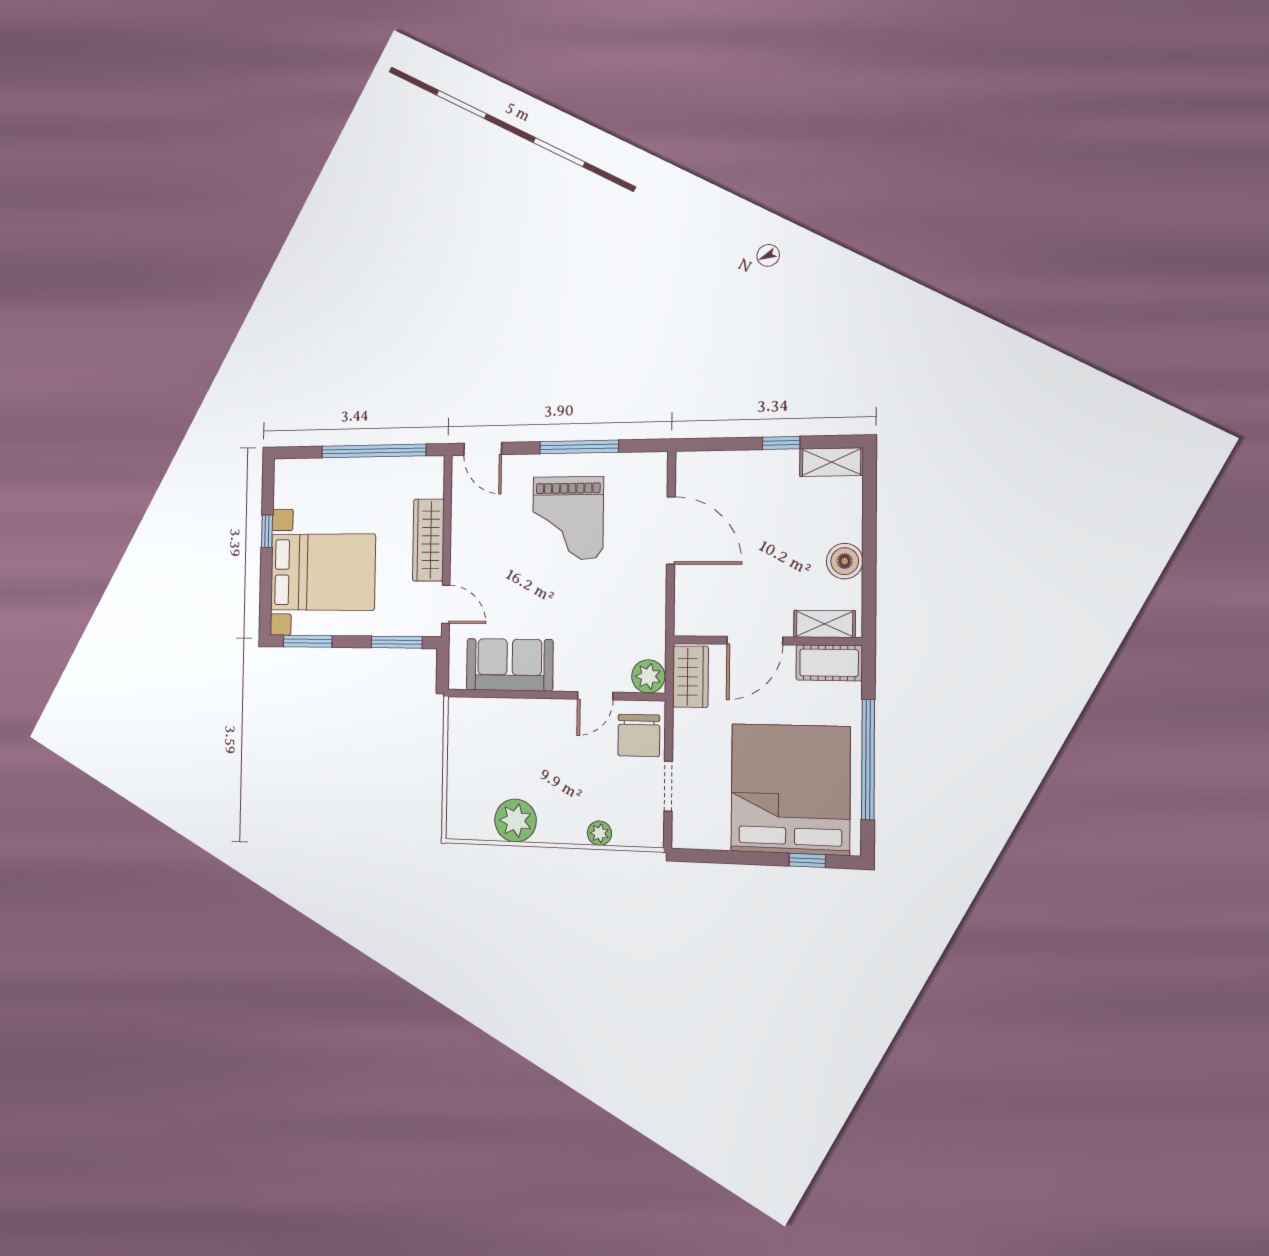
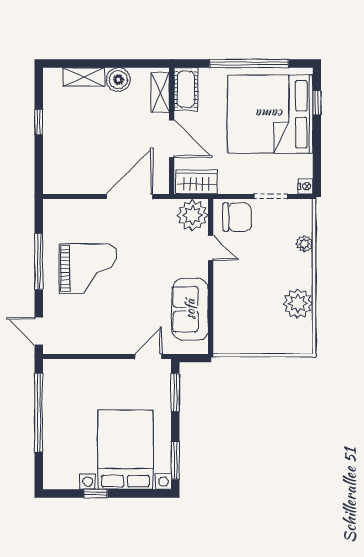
door: (483, 449) -> (39, 331), swing flipped
shelving: (832, 462) -> (84, 77), moved, turned 90
door: (671, 531) -> (130, 196), moved
wardrobe: (428, 540) -> (103, 370), removed
plant: (648, 676) -> (193, 215), width x1.36, depth x1.36
nightstand: (683, 838) -> (305, 186), added

